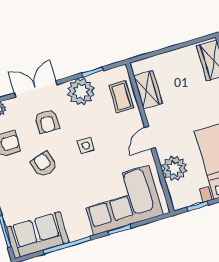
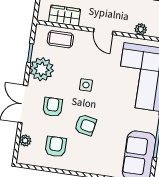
armchair: (47, 121) -> (53, 107), turned -90
armchair: (44, 164) -> (85, 125), turned -151
plant: (174, 168) -> (141, 29), width x0.53, depth x0.53

